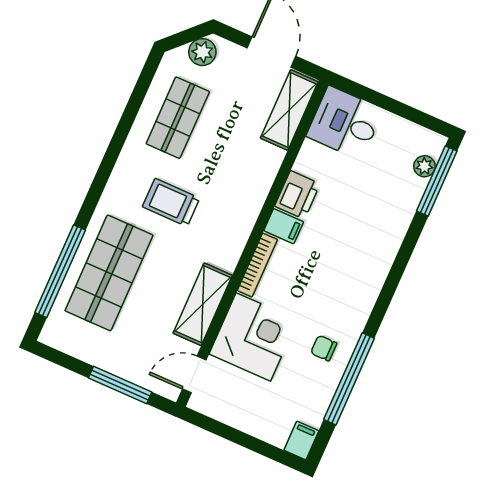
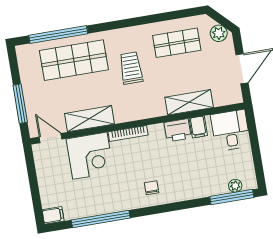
shelving: (289, 110) -> (189, 102), moved
filing cabinet: (284, 226) -> (198, 127), moved
chair: (324, 348) -> (152, 188), moved

